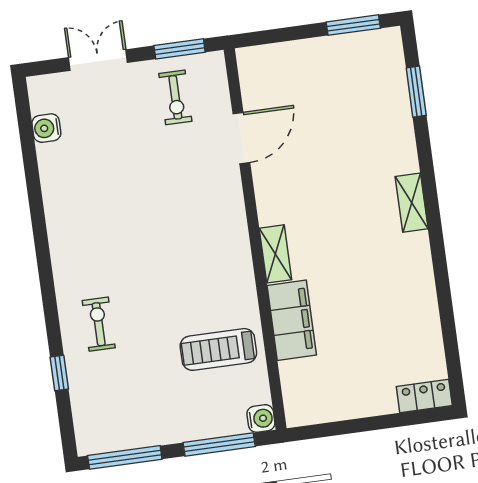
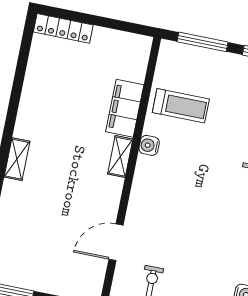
locker: (424, 396) -> (63, 28), width x1.53
water cooler: (261, 418) -> (149, 145), moved

